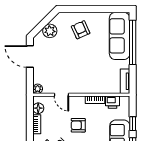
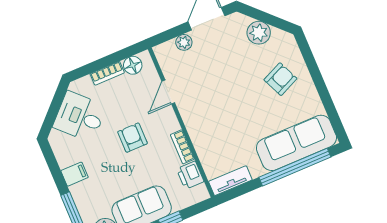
plant: (38, 89) -> (184, 42), moved

